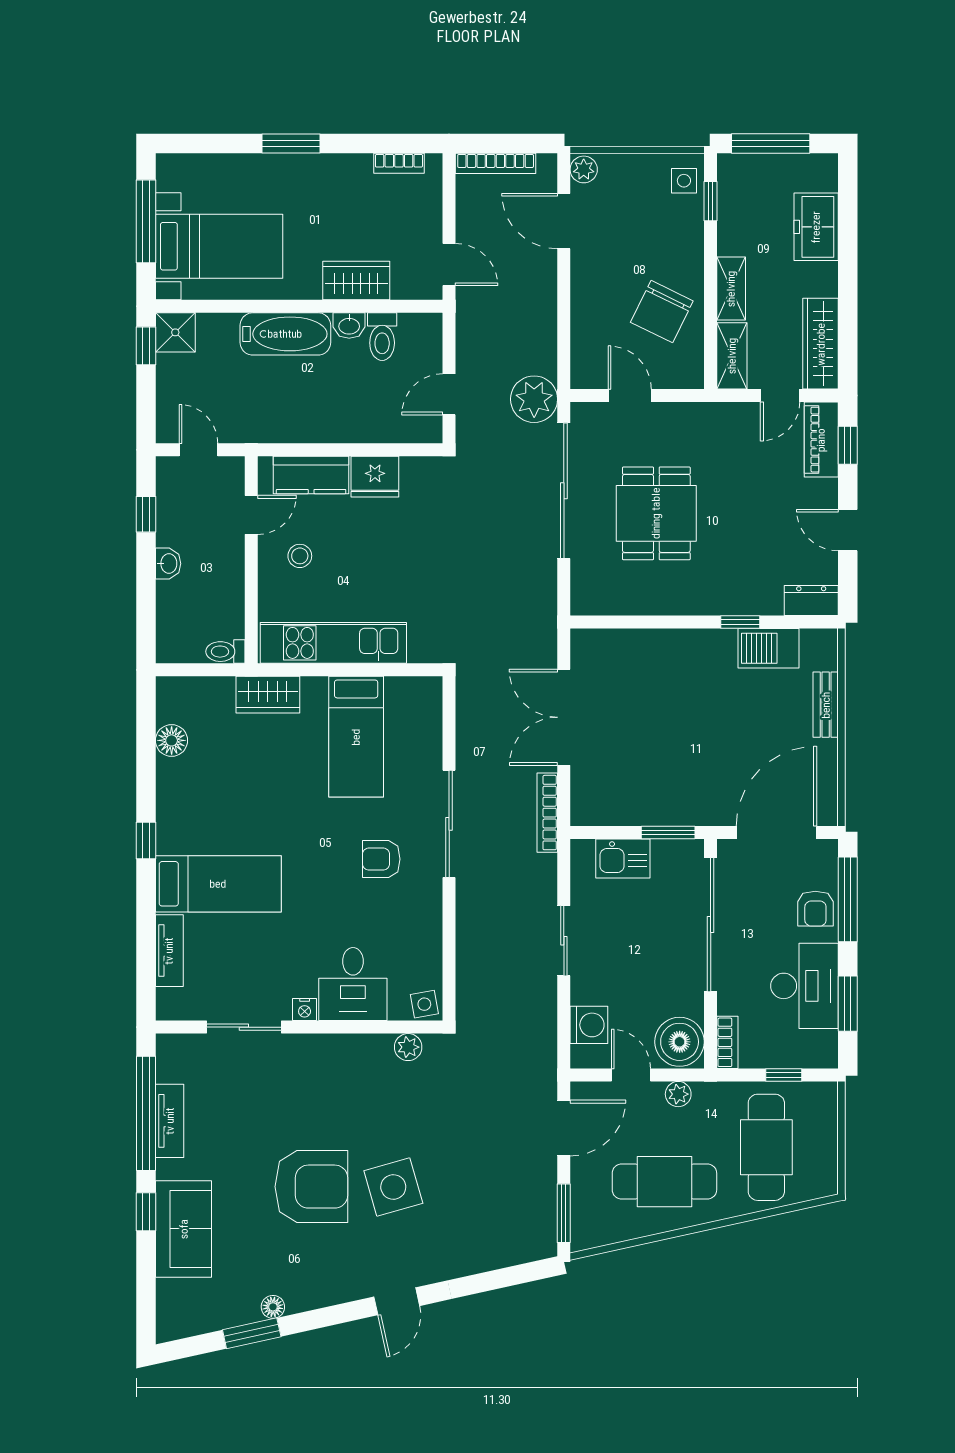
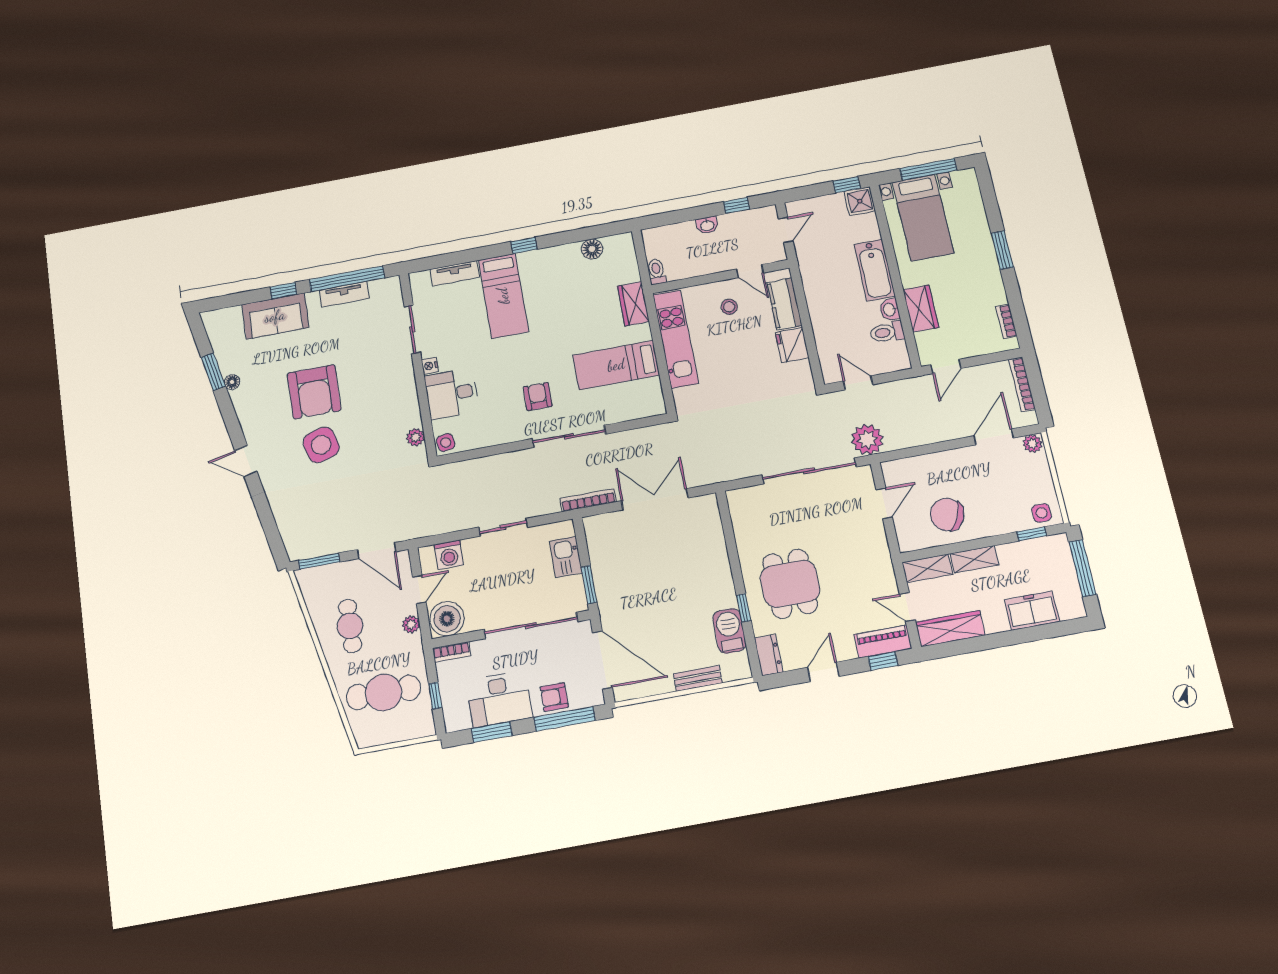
dining table: (656, 513) -> (790, 584), moved, turned 90
cafe table: (664, 1182) -> (350, 626), width x0.73, depth x0.74

